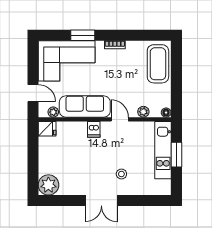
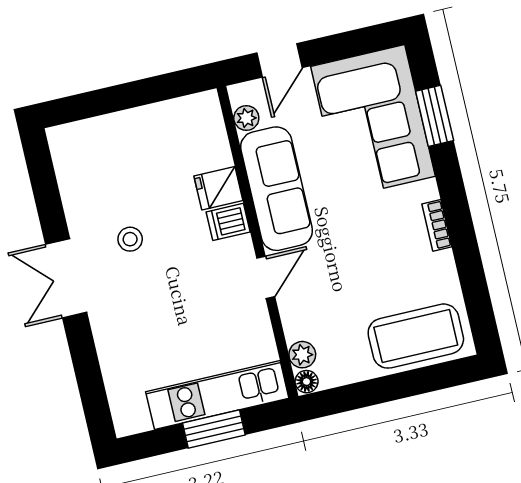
window: (83, 35) -> (435, 116), moved
plant: (143, 112) -> (302, 355), moved
fridge: (47, 129) -> (218, 188), moved, turned 90
stool: (121, 174) -> (130, 239), moved
plant: (48, 185) -> (74, 147), removed

